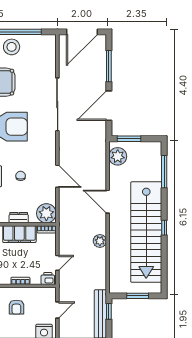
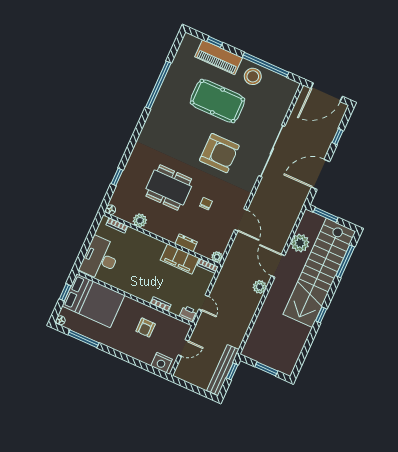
window: (109, 66) -> (338, 137), width x0.46
plant: (118, 156) -> (300, 243), moved
plant: (46, 213) -> (217, 257), width x0.53, depth x0.53
stairs: (146, 232) -> (319, 273), moved
plant: (100, 241) -> (260, 287), moved
door: (57, 263) -> (204, 303), hinge flipped

